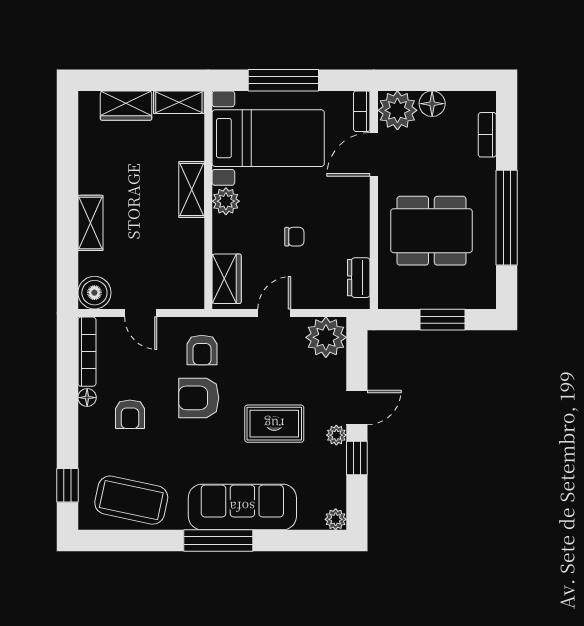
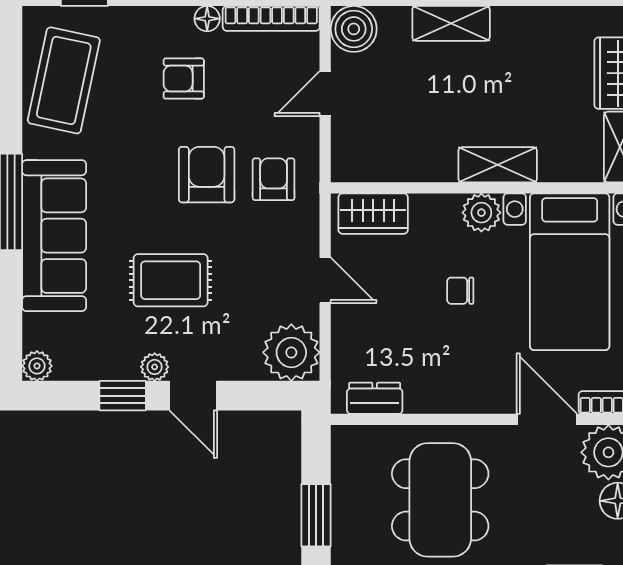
chair: (294, 237) -> (460, 291), moved, turned 90
armchair: (202, 350) -> (274, 179), turned 90
rug: (274, 424) -> (171, 280), turned 90

